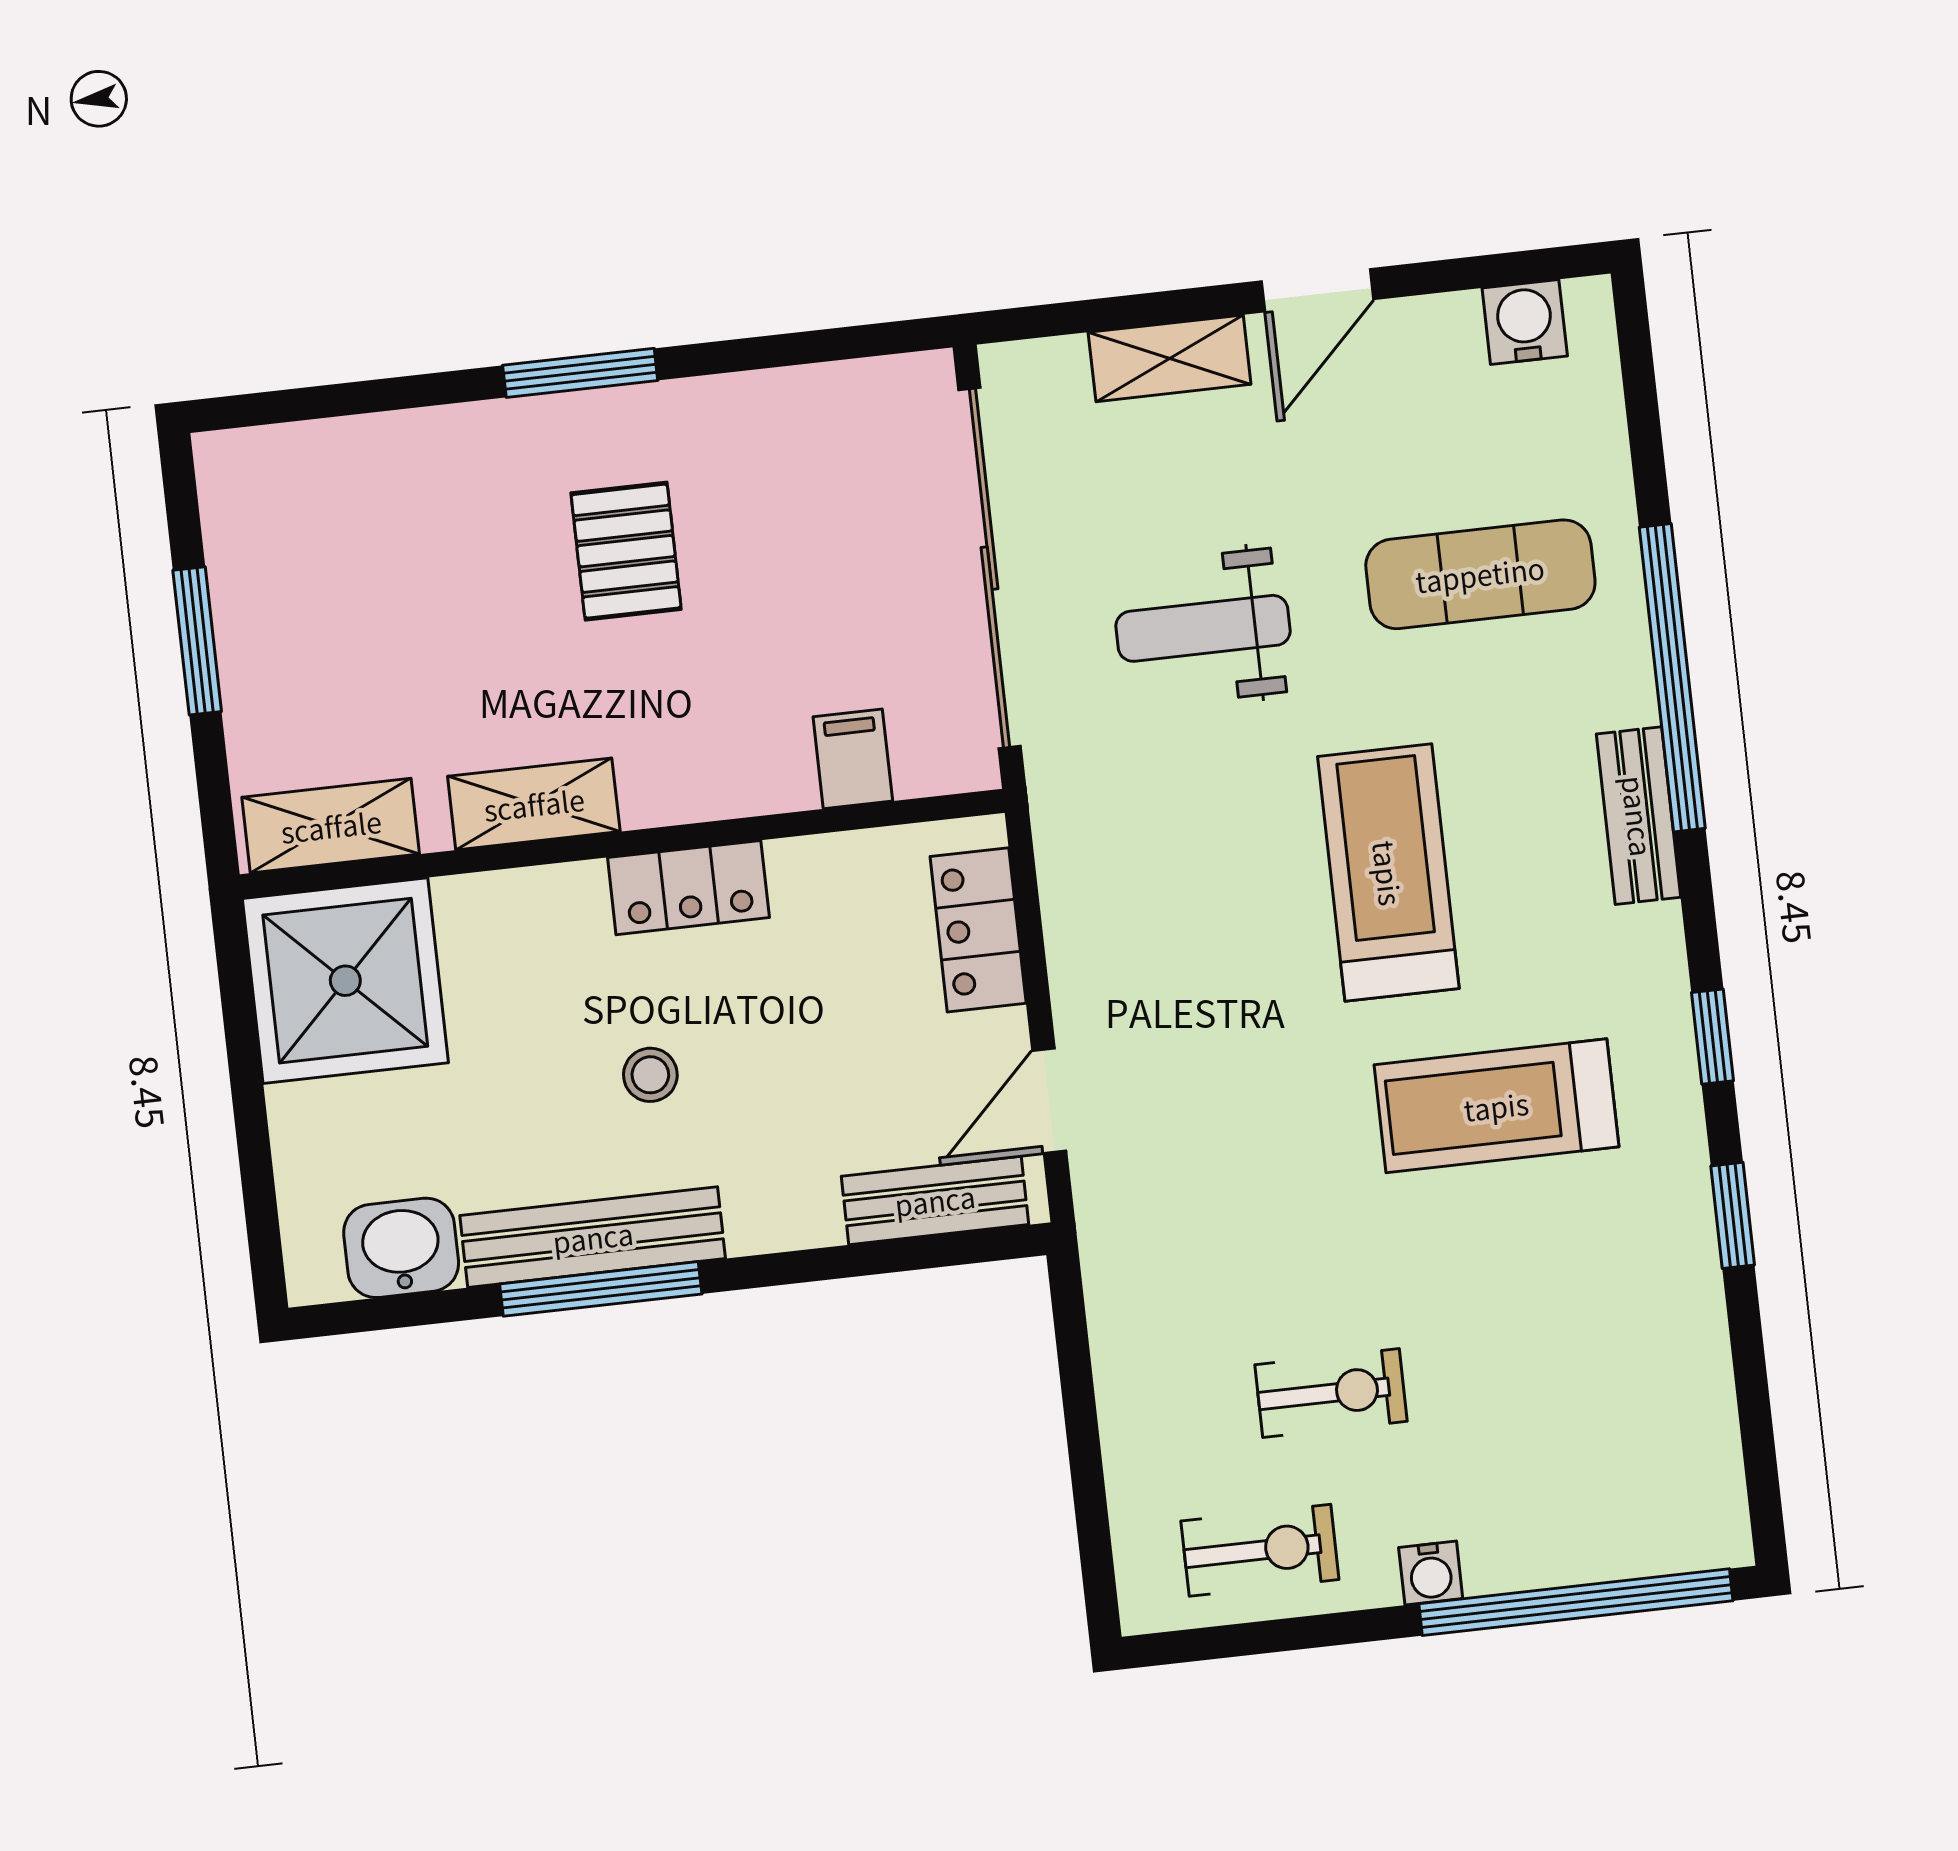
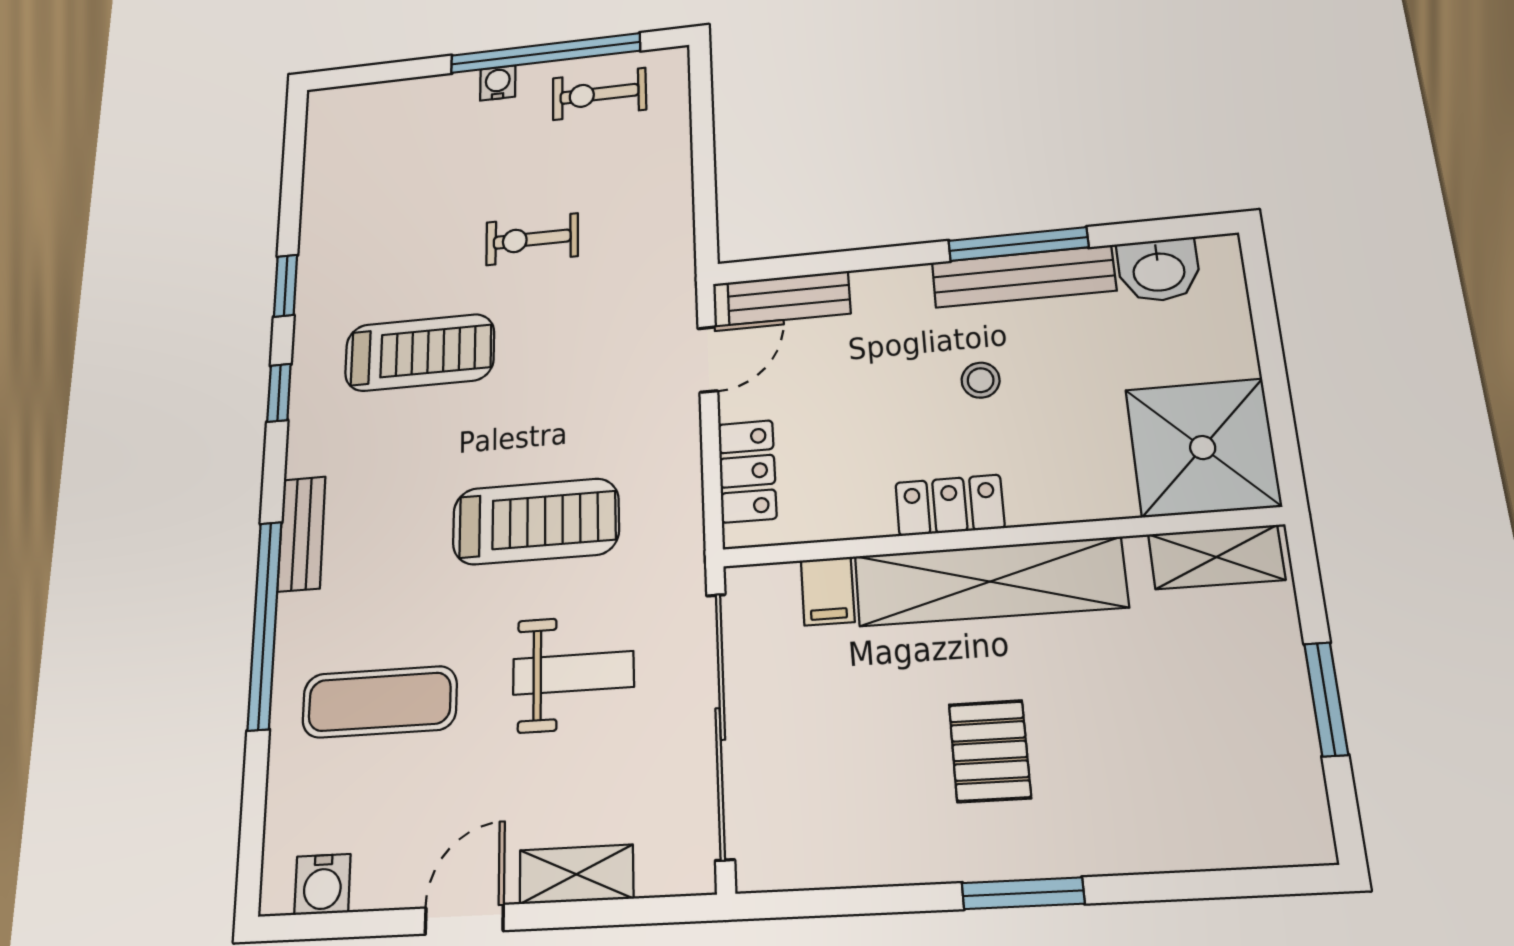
shelving: (534, 804) -> (990, 582), width x2.20, depth x1.33
treadmill: (1388, 873) -> (536, 521), moved, turned -90
exercise bike: (1331, 1393) -> (532, 239), moved
window: (1576, 1602) -> (545, 53), moved

